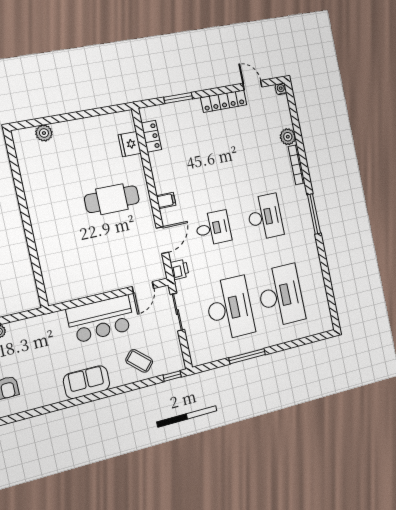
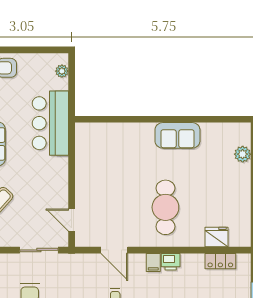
sofa: (39, 201) -> (177, 135), added
printer: (180, 269) -> (171, 262), moved
bar counter: (101, 319) -> (50, 123), moved

